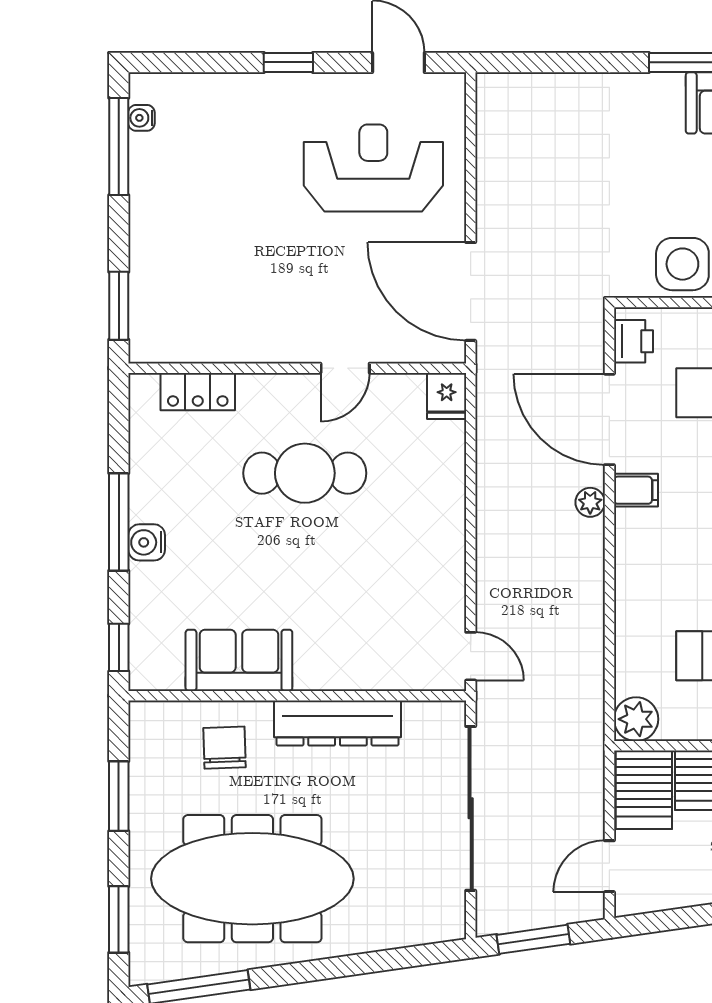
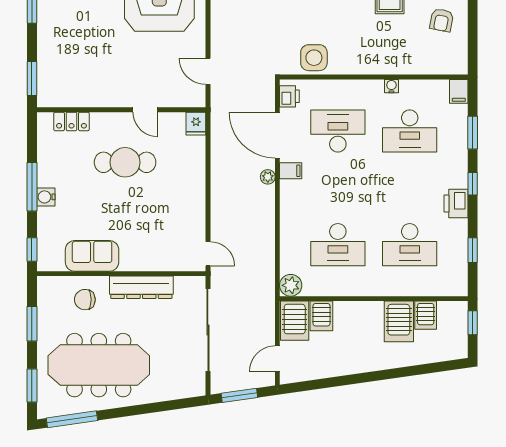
door: (471, 291) -> (208, 71), width x0.53
door: (345, 368) -> (145, 110), hinge flipped
chair: (224, 748) -> (85, 300), turned -88

